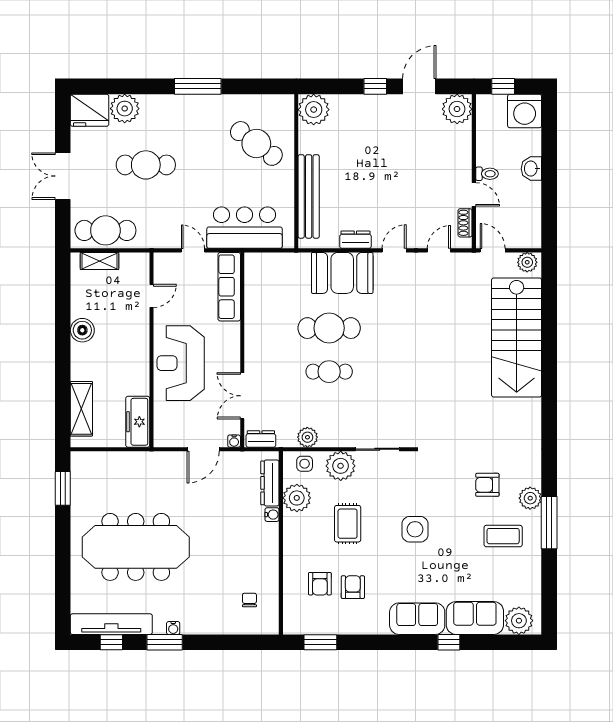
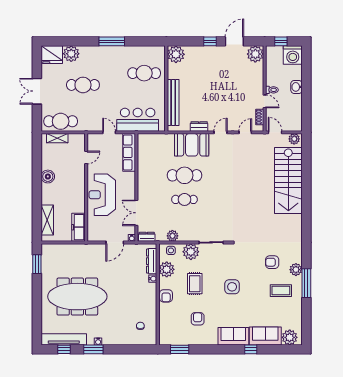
cafe table: (256, 143) -> (144, 73), turned -37
armchair: (320, 584) -> (166, 296), moved

